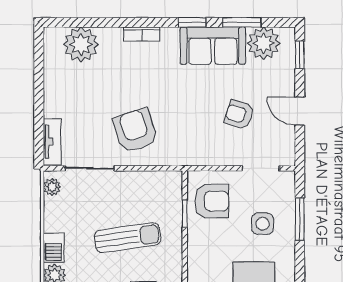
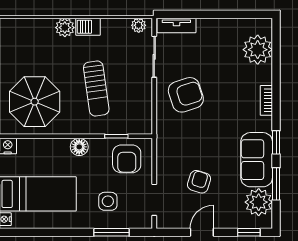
floor lamp: (197, 258) -> (79, 147), added

